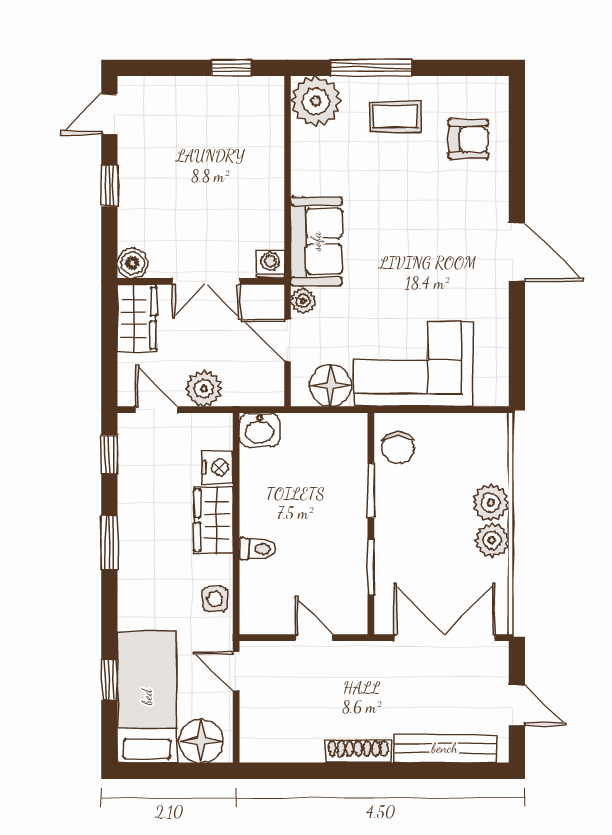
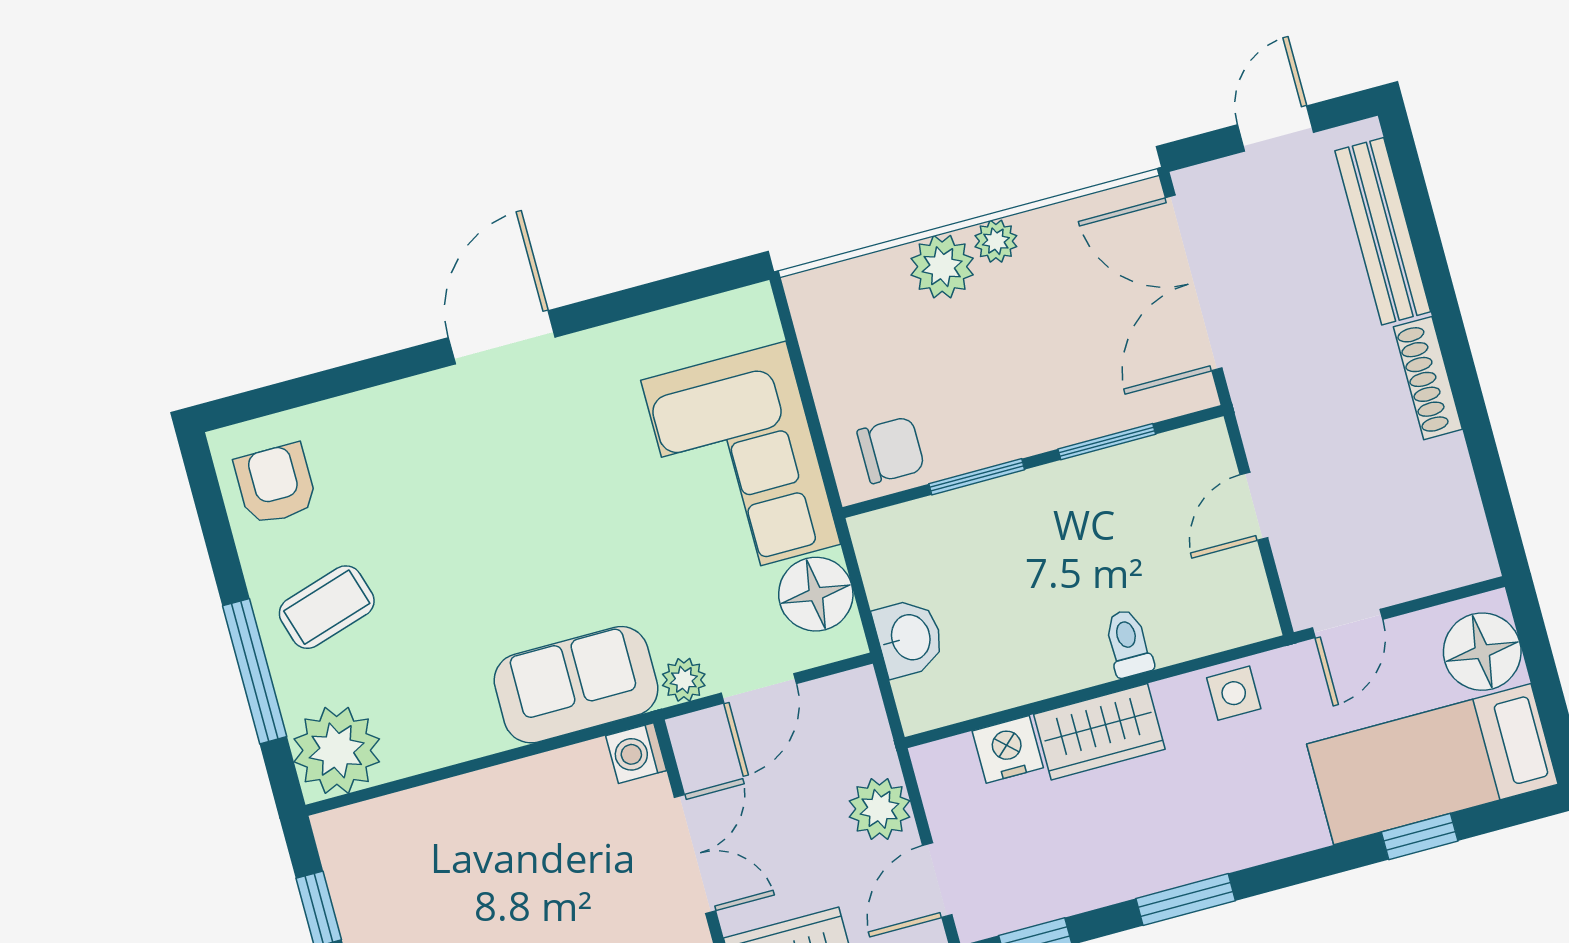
coffee table: (395, 117) -> (327, 607), turned 73
armchair: (468, 139) -> (275, 484), moved
washbasin: (260, 430) -> (909, 638), moved
plant: (492, 540) -> (996, 241), width x0.73, depth x0.73

